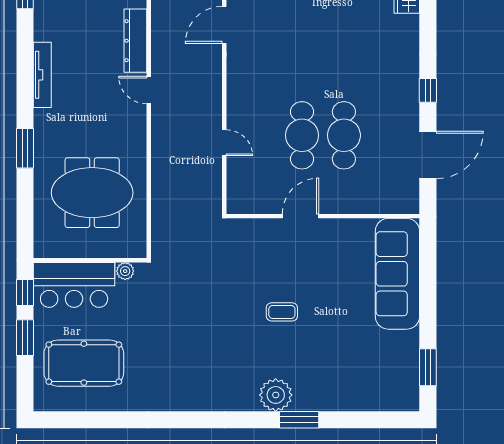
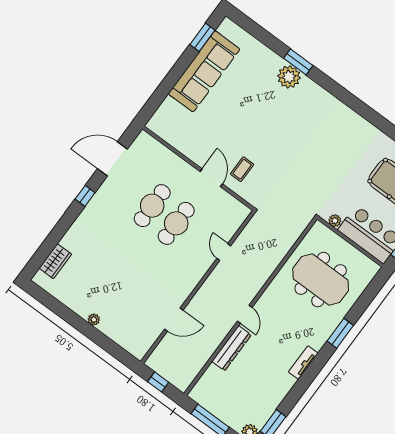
tv unit: (42, 75) -> (303, 363), width x0.71
door: (300, 216) -> (211, 178), swing flipped
sofa: (397, 274) -> (204, 71), moved
coffee table: (282, 312) -> (242, 169), moved, turned 90
plant: (276, 395) -> (289, 77), moved

